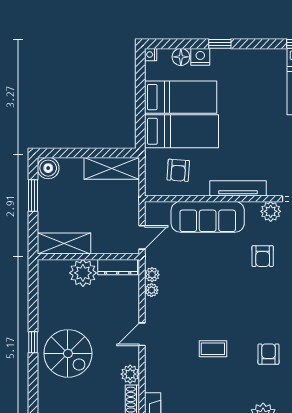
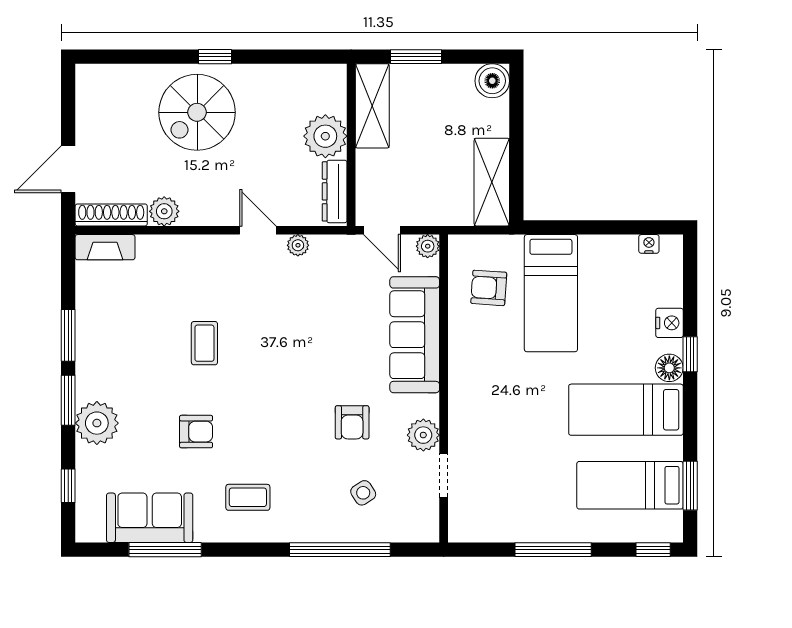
nightstand: (151, 55) -> (649, 244), moved
floor lamp: (181, 57) -> (669, 368), moved
bed: (181, 97) -> (626, 410), moved, turned 90
tv unit: (238, 188) -> (460, 383), removed
window: (33, 196) -> (416, 57), moved
armchair: (263, 256) -> (352, 422), turned -90
plant: (152, 275) -> (428, 246), moved
door: (142, 334) -> (258, 230), moved

